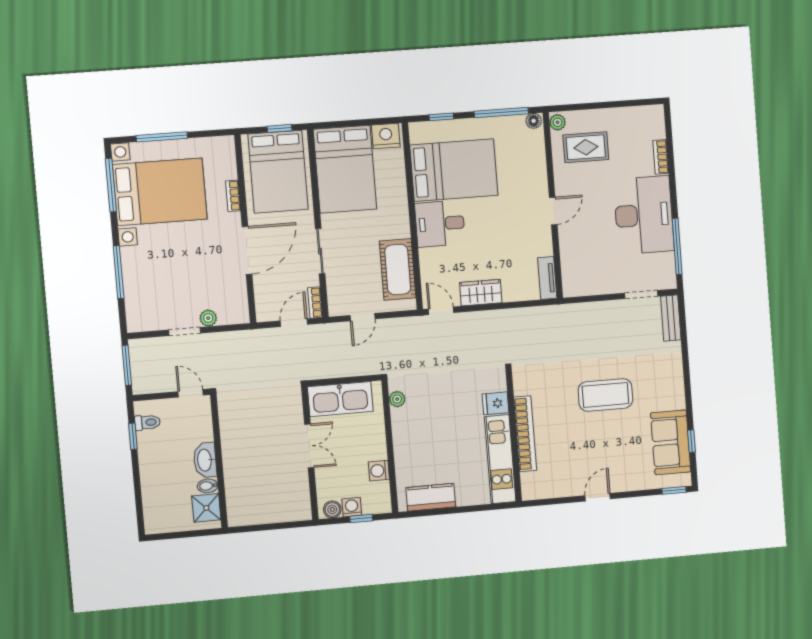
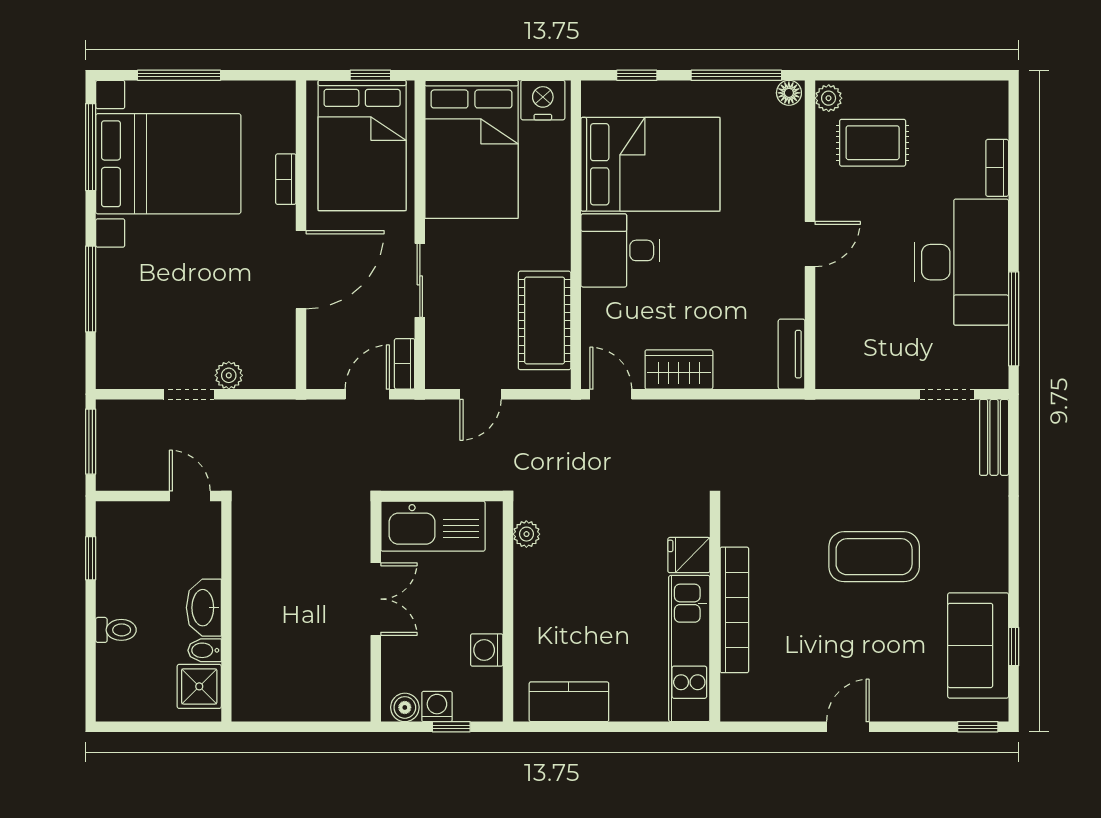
toilet: (147, 422) -> (116, 630), moved

